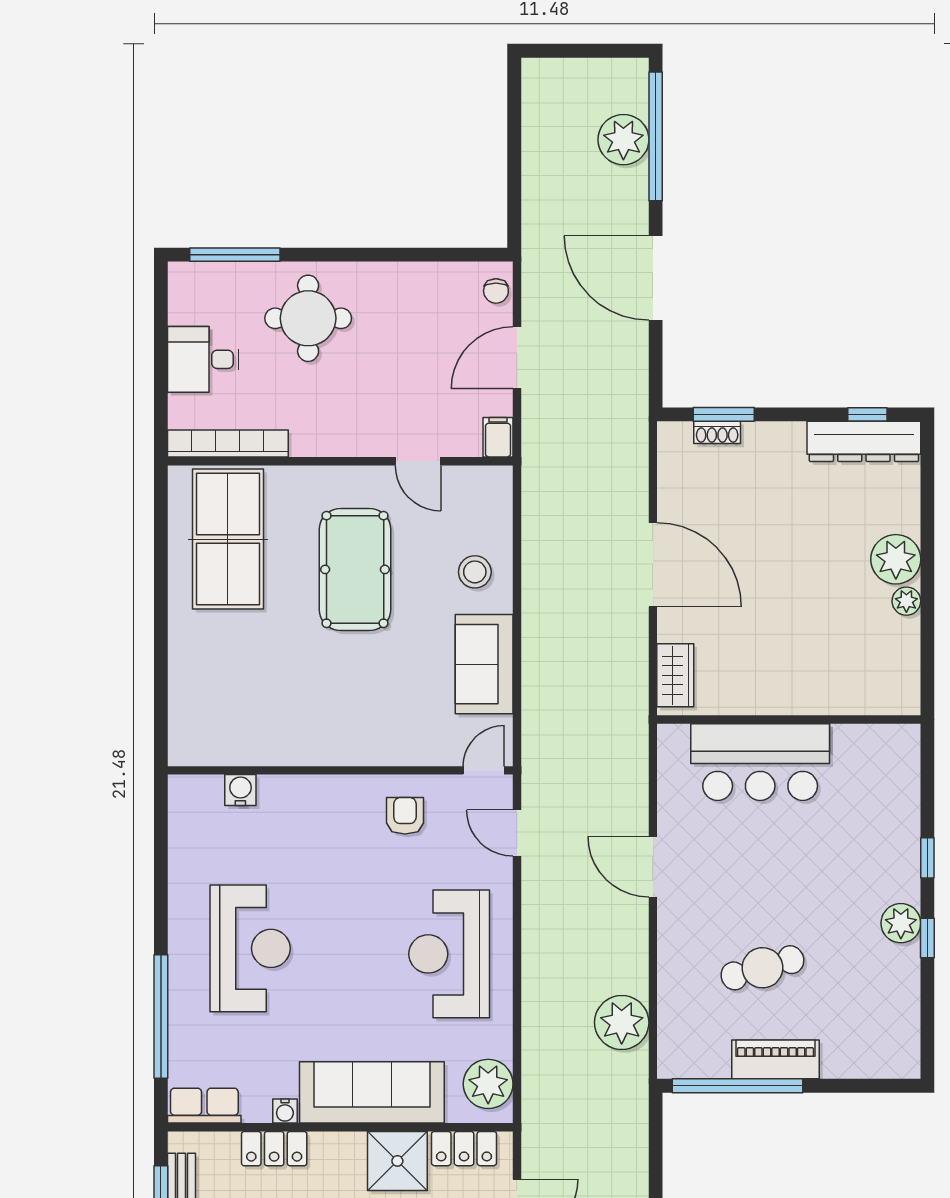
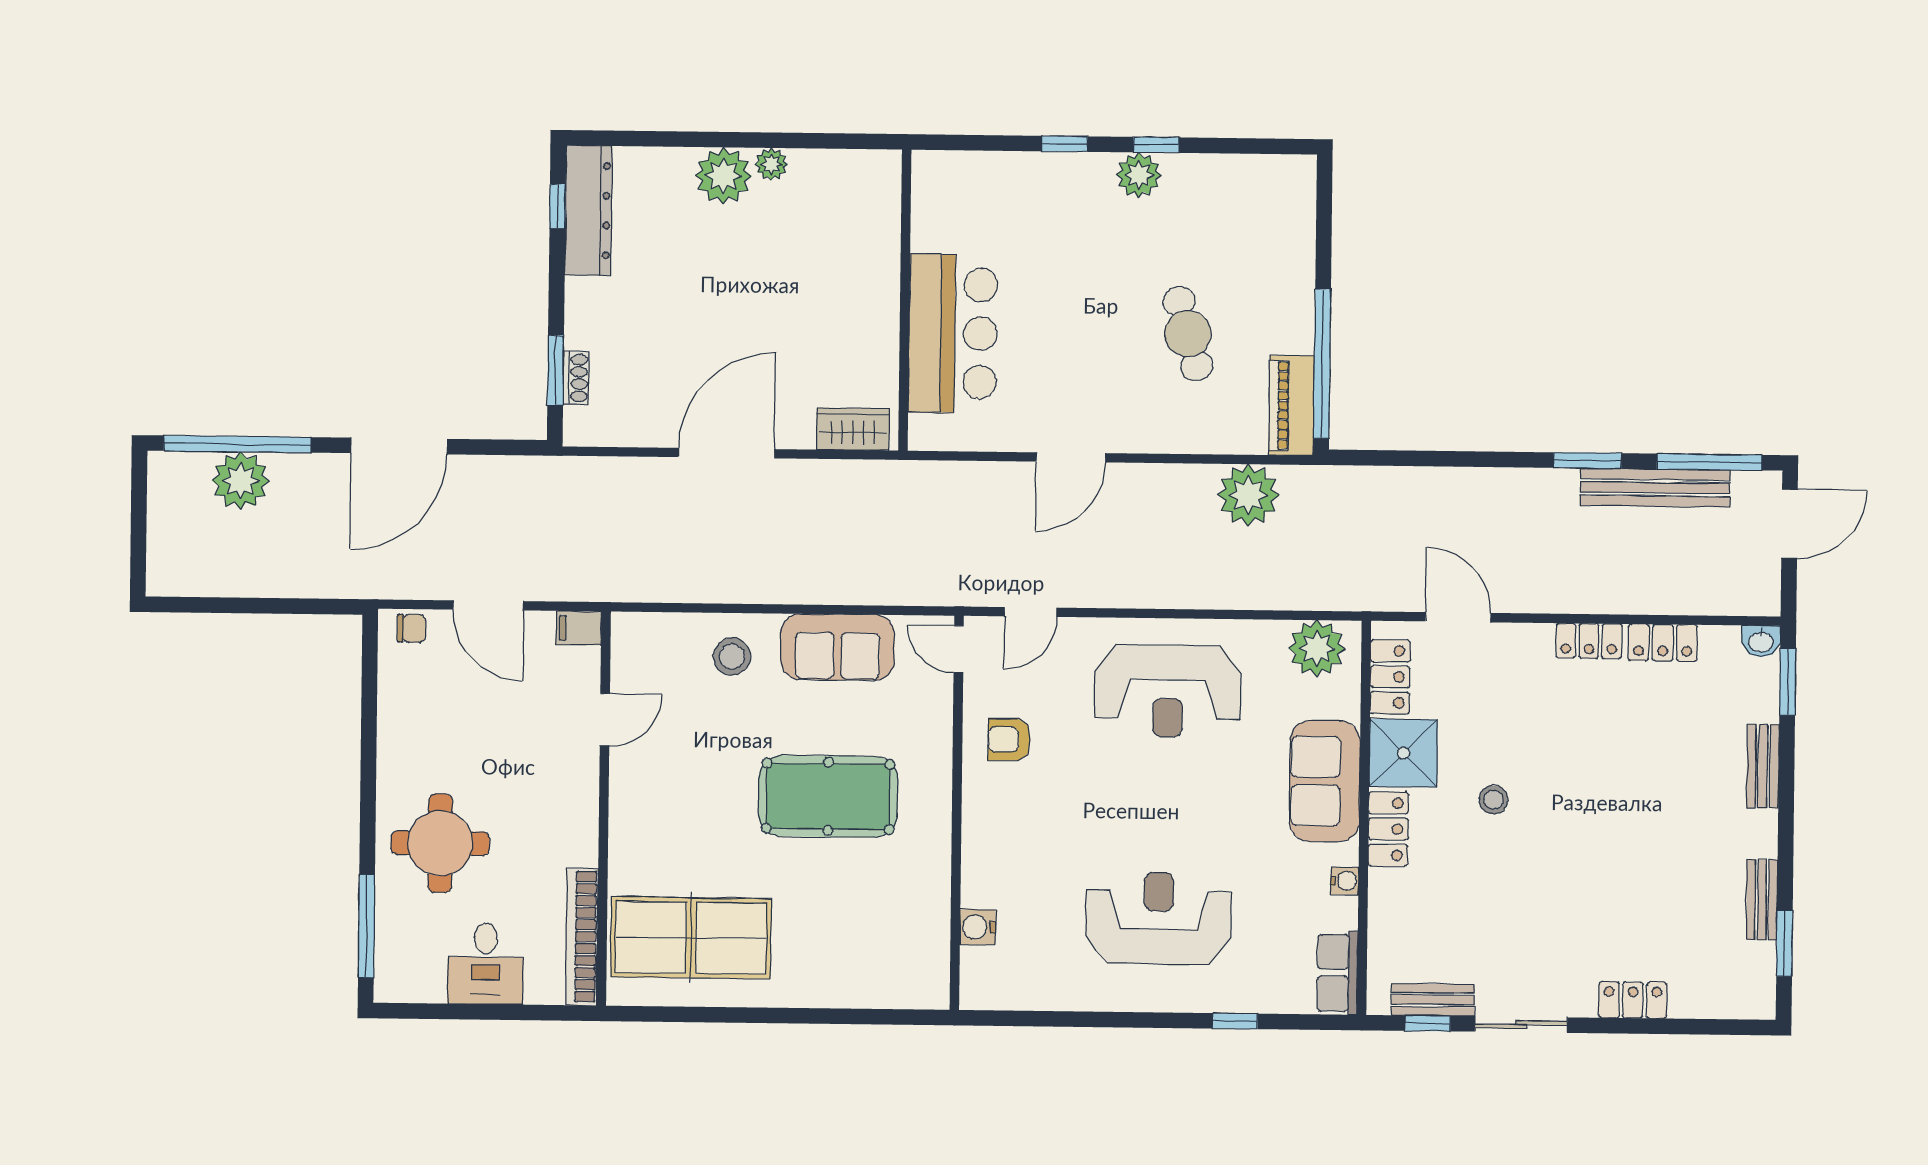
pool table: (355, 569) -> (828, 796), moved
window: (161, 1016) -> (1235, 1021), width x0.32
piano: (776, 1059) -> (1292, 405), moved
sofa: (372, 1092) -> (1325, 781), width x0.73
locker: (274, 1149) -> (1388, 829), moved

